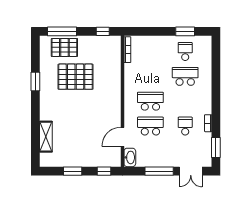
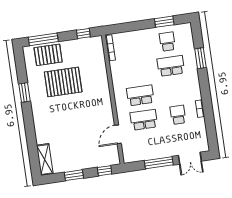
shelving: (46, 137) -> (45, 160), moved
window: (216, 147) -> (200, 58), moved
washbasin: (130, 157) -> (128, 154), removed

